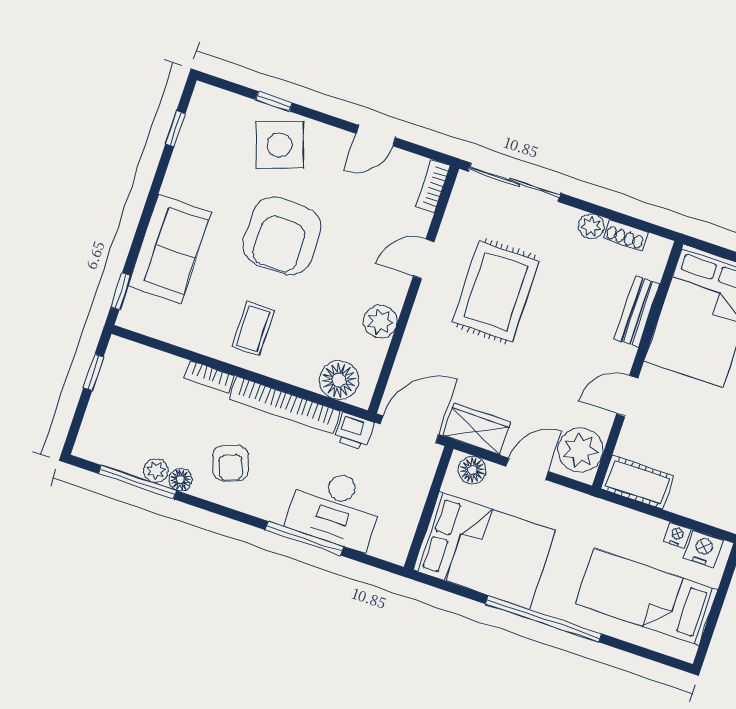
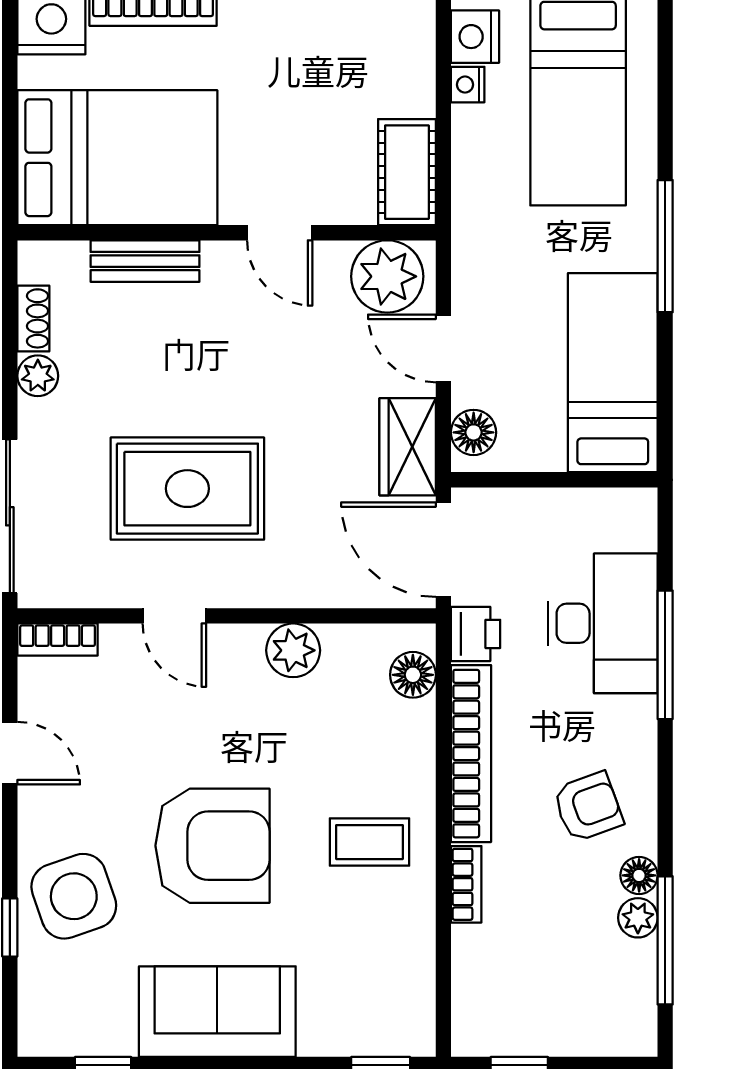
sofa: (169, 249) -> (217, 1012), moved
floor lamp: (339, 380) -> (413, 675), width x0.73, depth x0.73
bed: (484, 550) -> (613, 373), width x0.67
window: (543, 619) -> (665, 246), width x0.68

